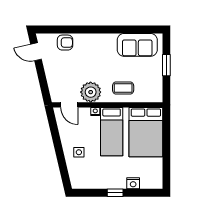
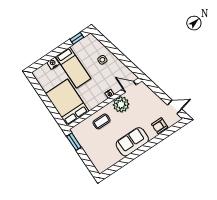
sofa: (137, 45) -> (132, 142), moved
window: (166, 65) -> (74, 142), moved
bed: (112, 132) -> (73, 68), moved, turned 180
window: (115, 193) -> (77, 38), moved

